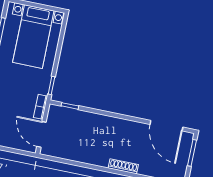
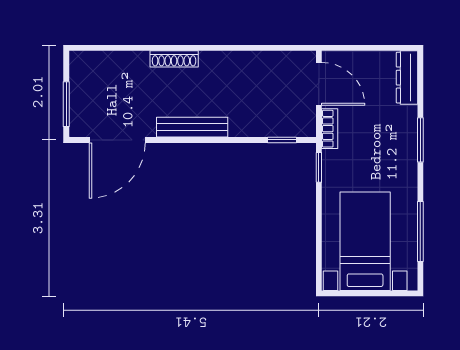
bench: (121, 124) -> (192, 127), added
door: (166, 126) -> (117, 140), swing flipped

